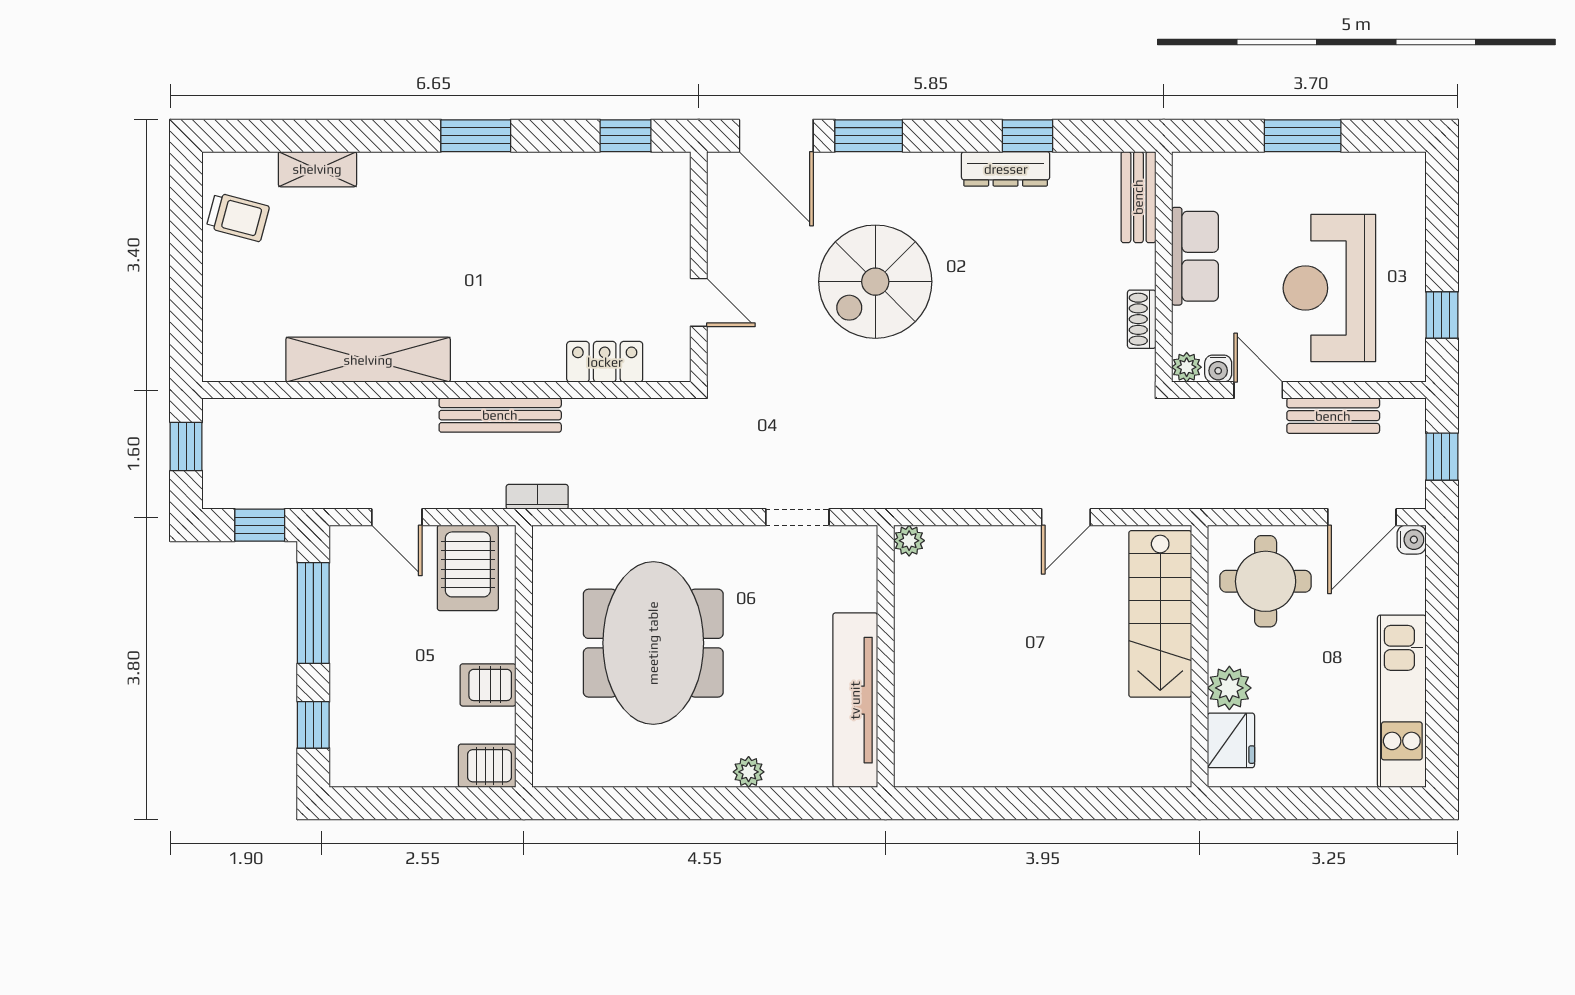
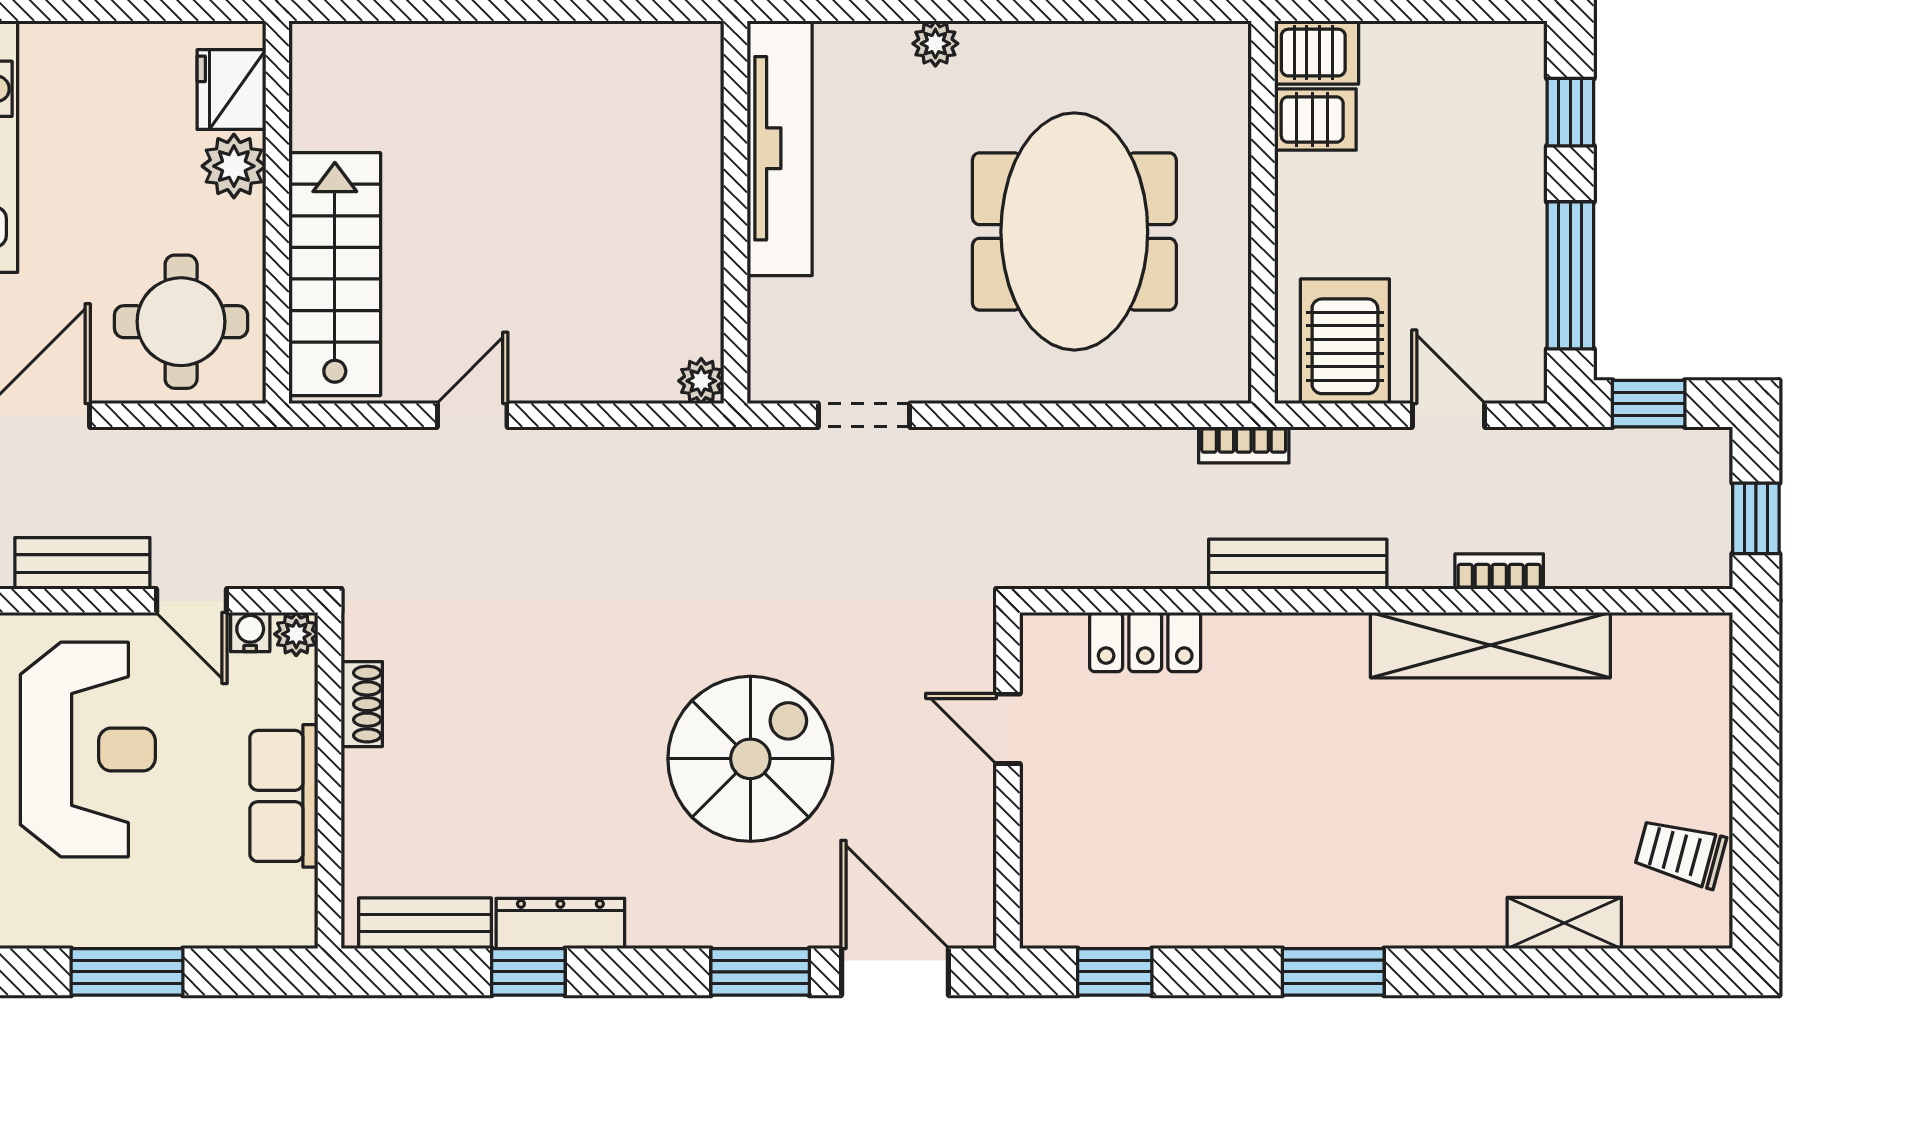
bench: (1138, 197) -> (425, 923), moved, turned 90
bookcase: (362, 410) -> (1499, 571), added
server rack: (488, 685) -> (1315, 120), moved

